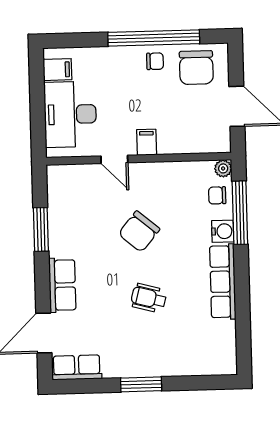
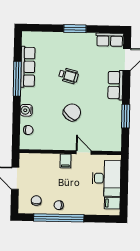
chair: (196, 68) -> (36, 201), width x0.54, depth x0.54
plant: (223, 168) -> (24, 145), removed
window: (240, 213) -> (17, 79), moved
row of seats: (223, 282) -> (28, 67), moved

